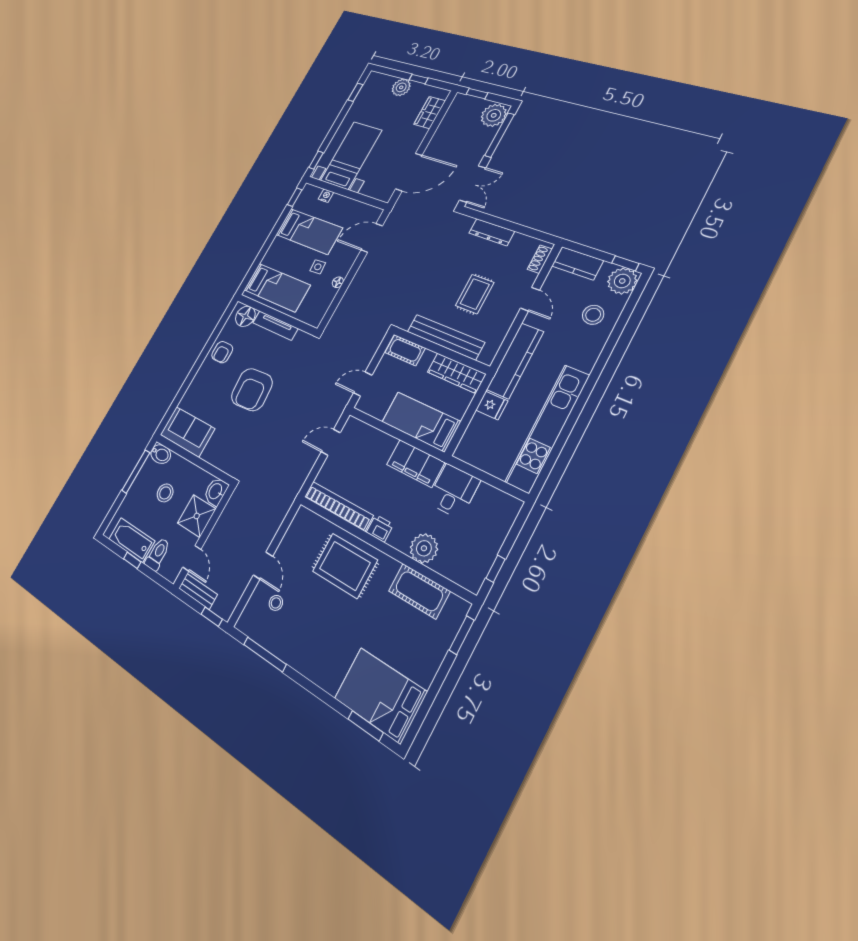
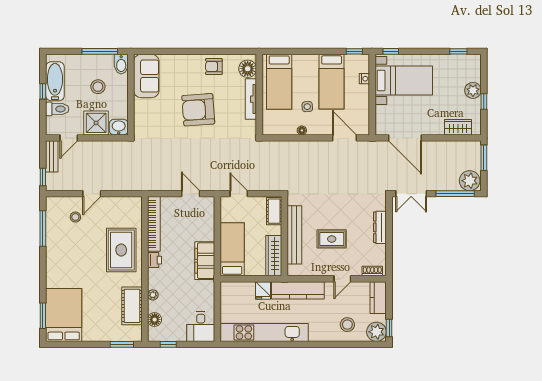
window: (477, 94) -> (484, 158), width x1.50
desk: (453, 491) -> (201, 327), moved, turned 90
plant: (424, 548) -> (153, 295), width x0.53, depth x0.53
floor lamp: (453, 570) -> (155, 320), added

